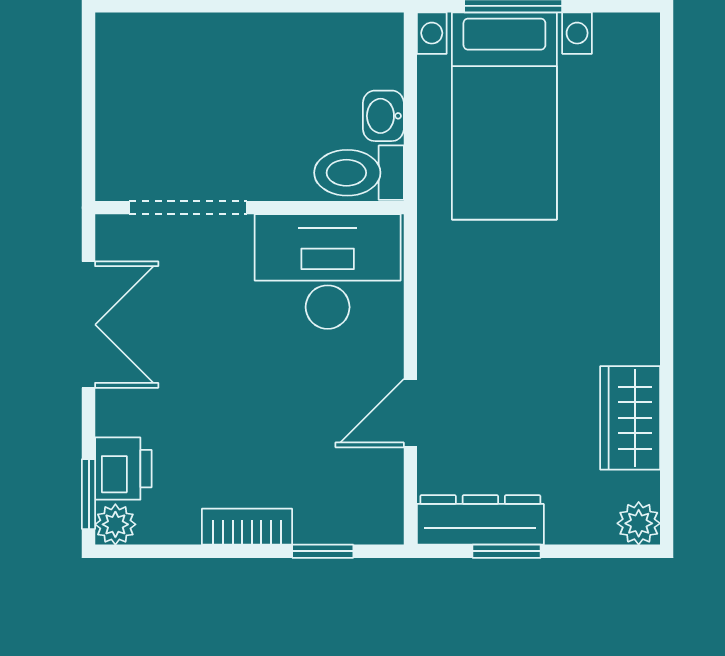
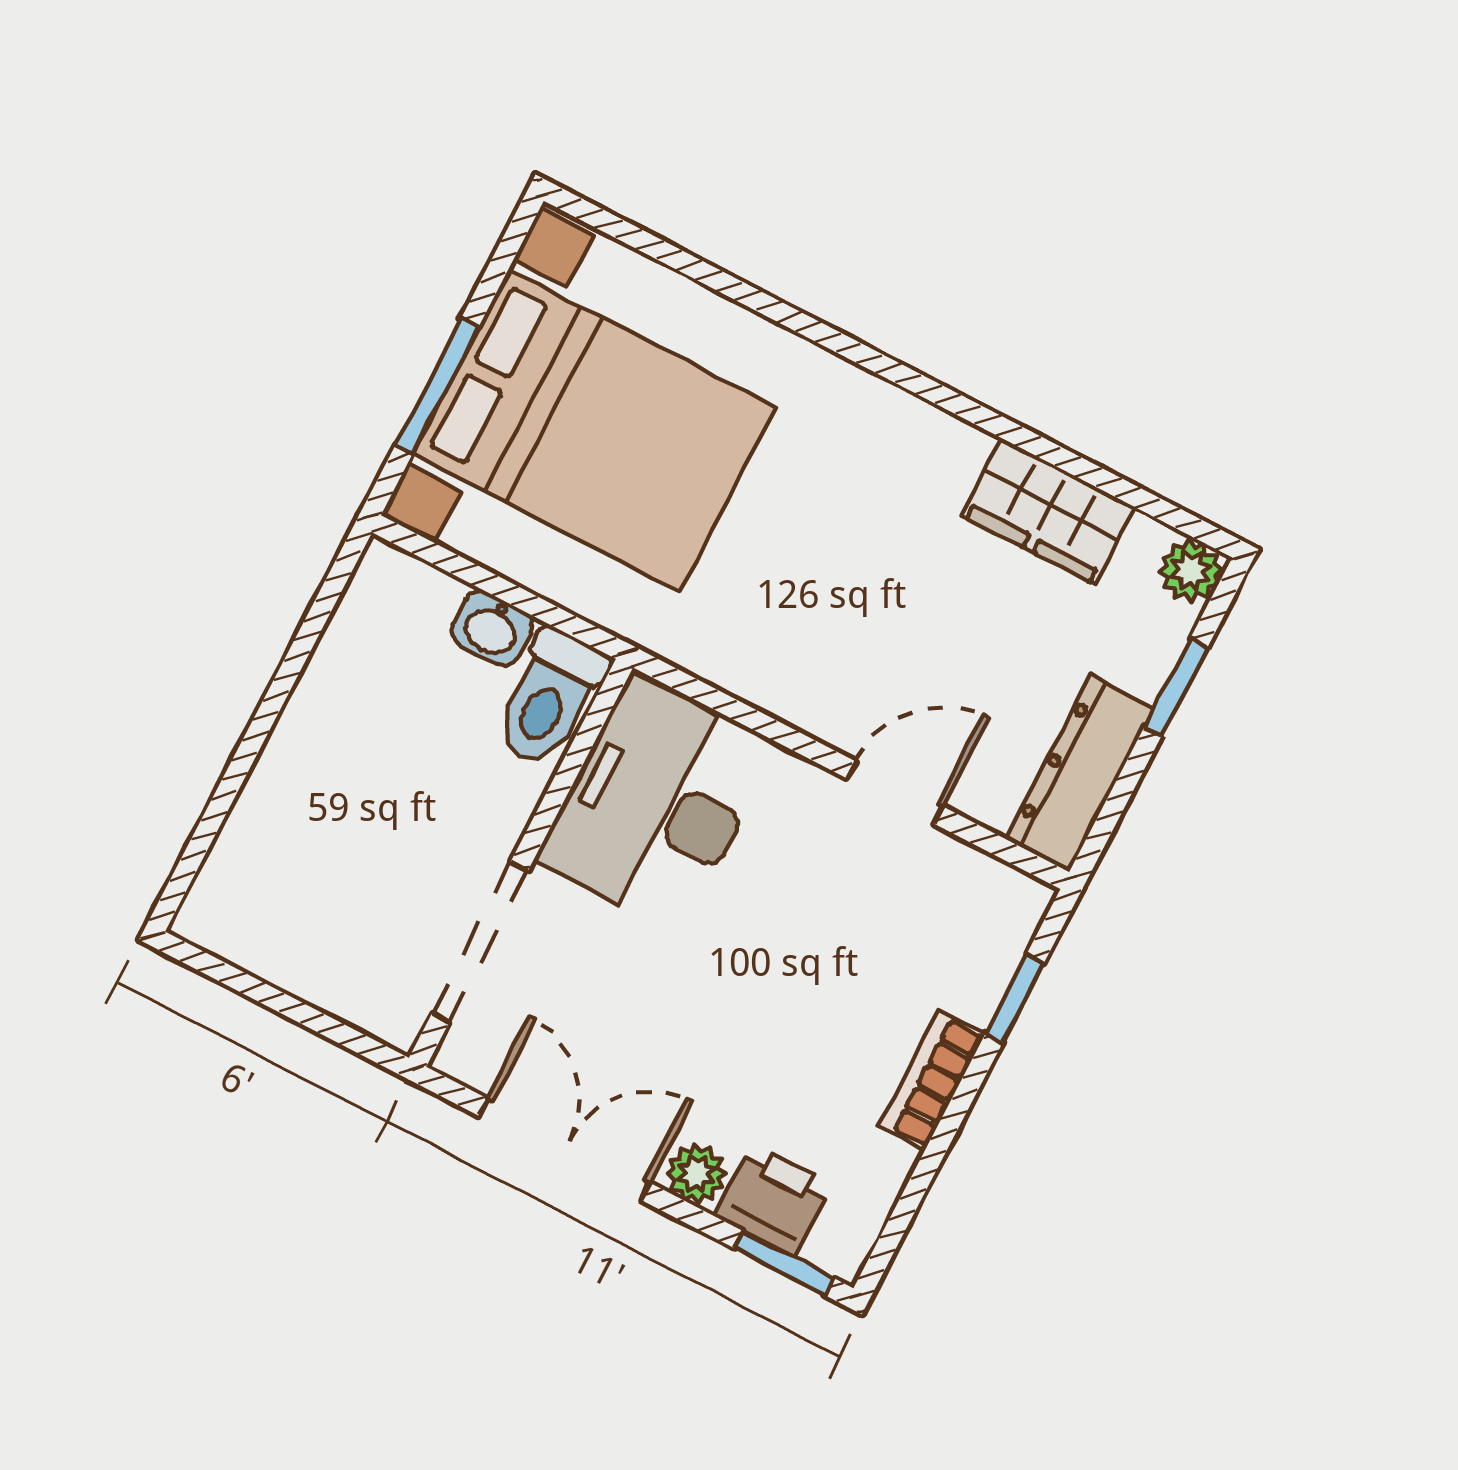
bed with nightstands: (504, 116) -> (595, 431), width x1.36
door: (410, 413) -> (895, 792), swing flipped
plant: (115, 524) -> (696, 1174), moved
window: (507, 551) -> (1176, 687), moved

